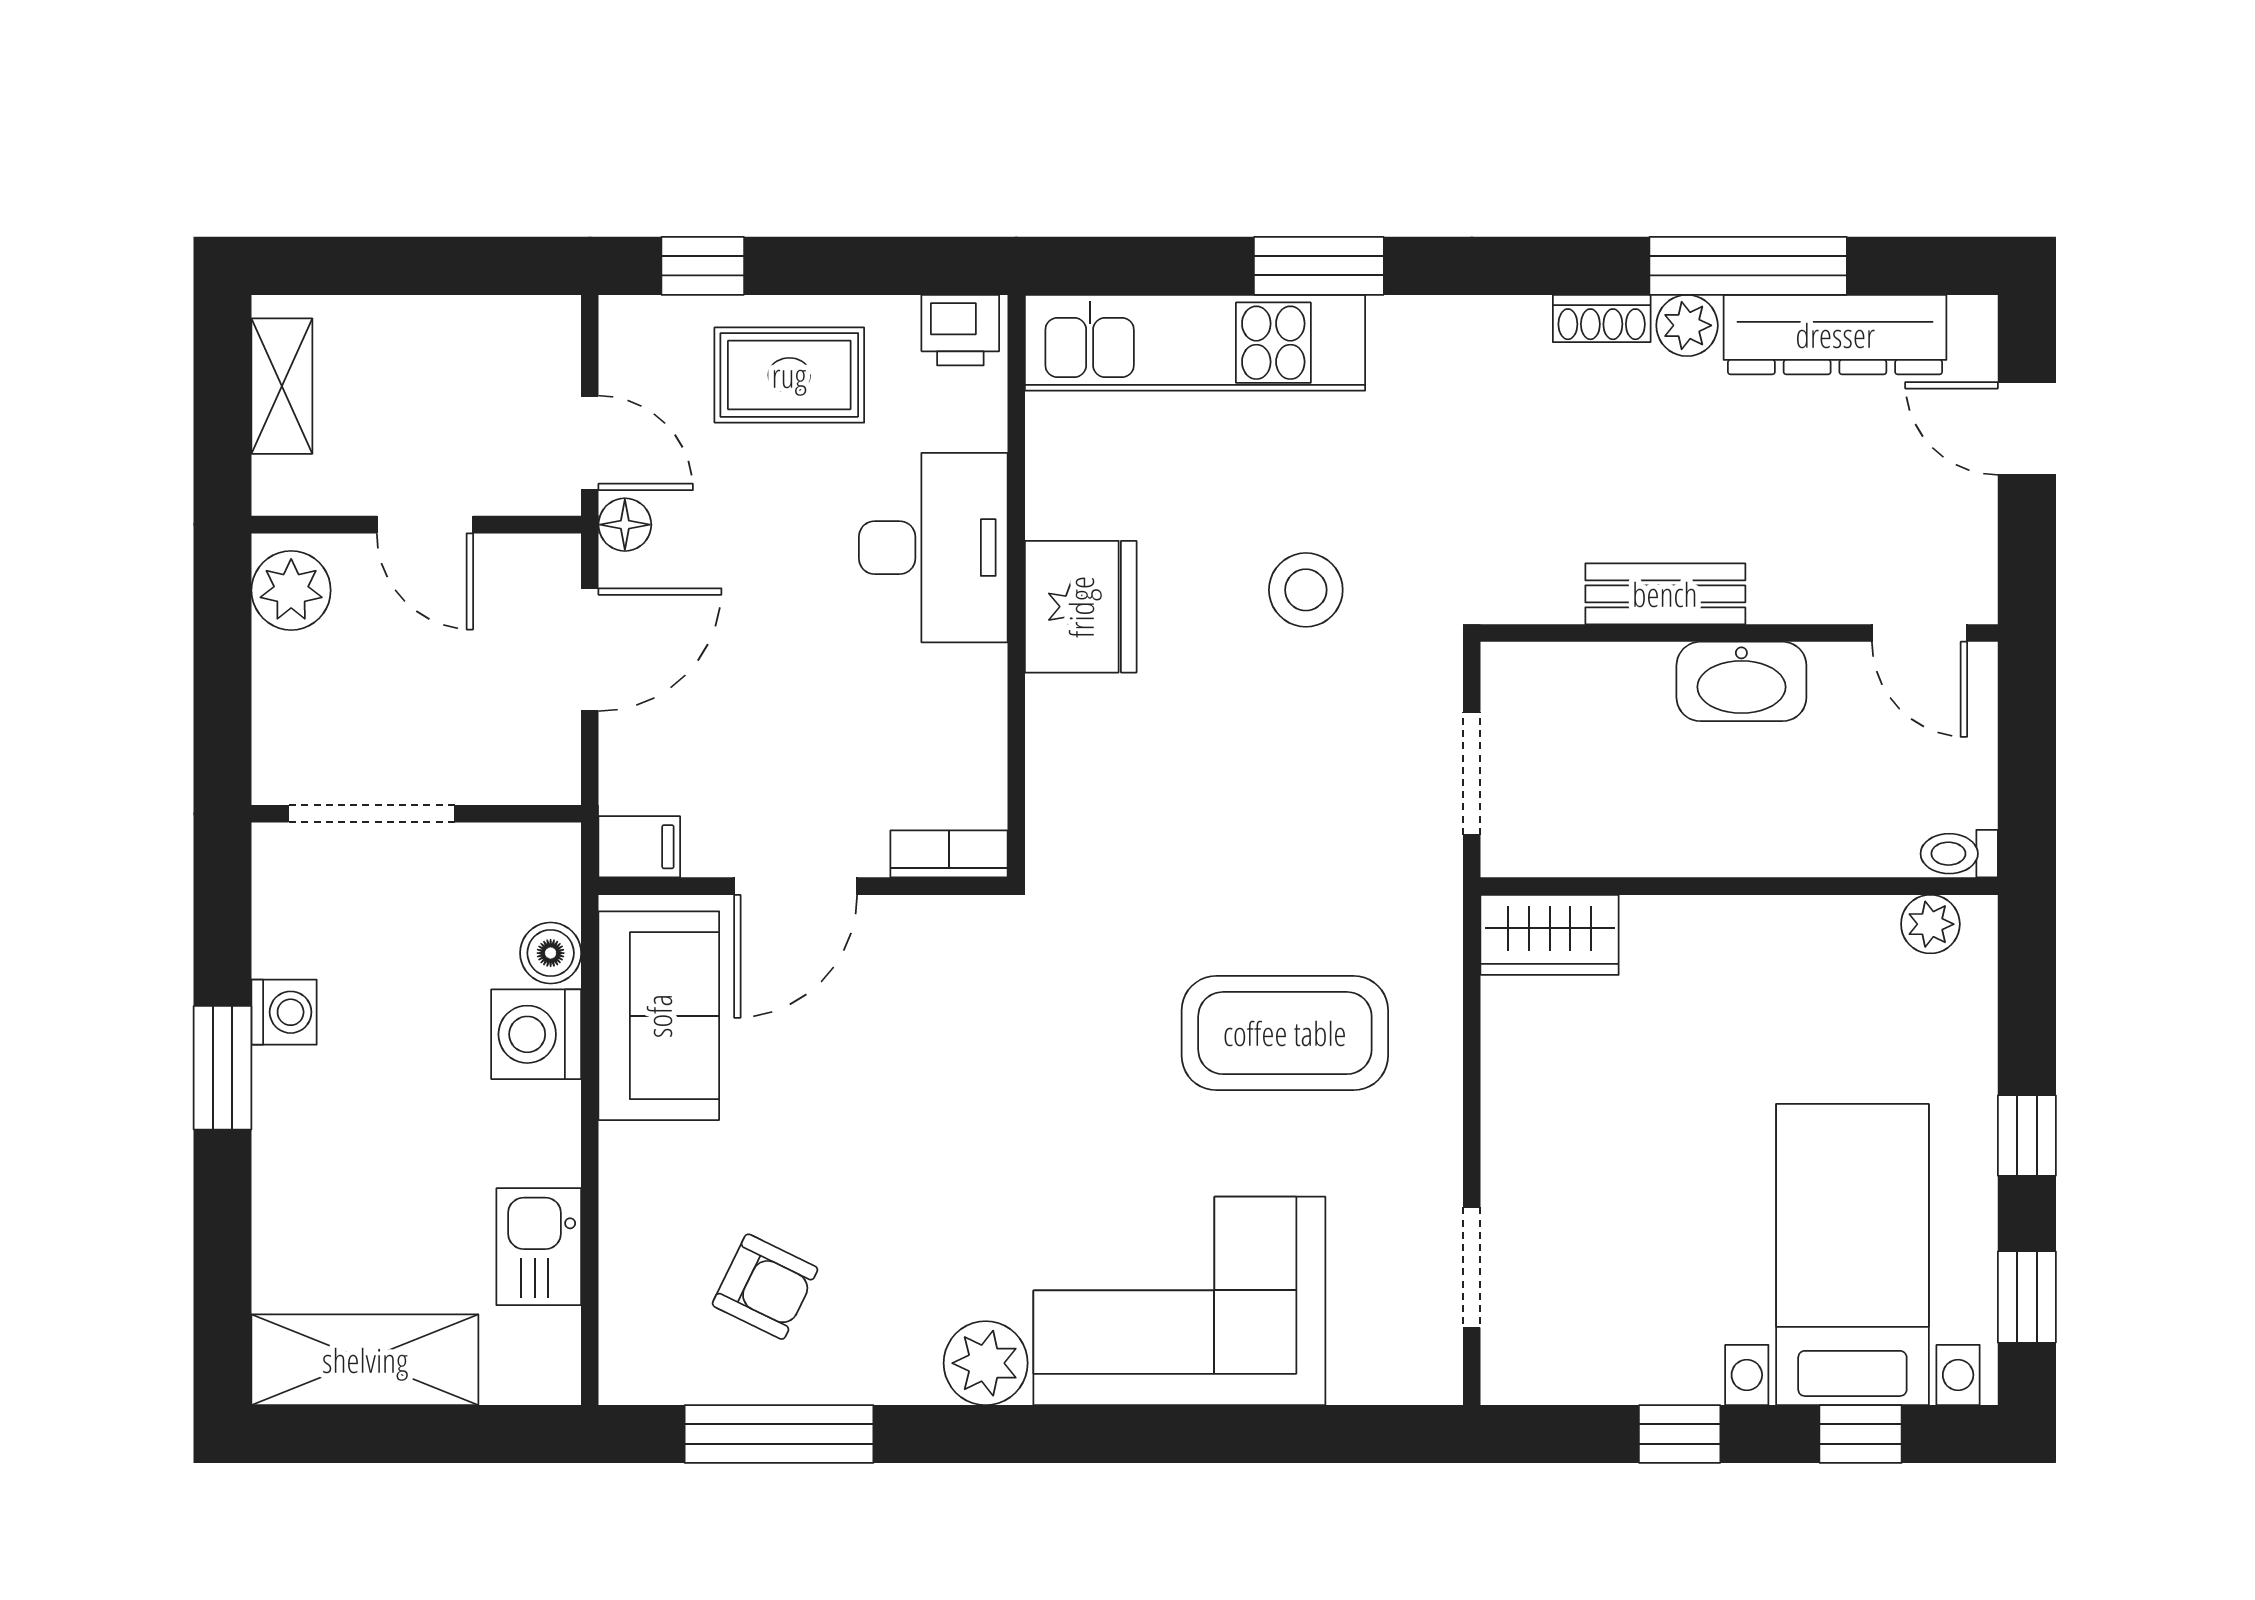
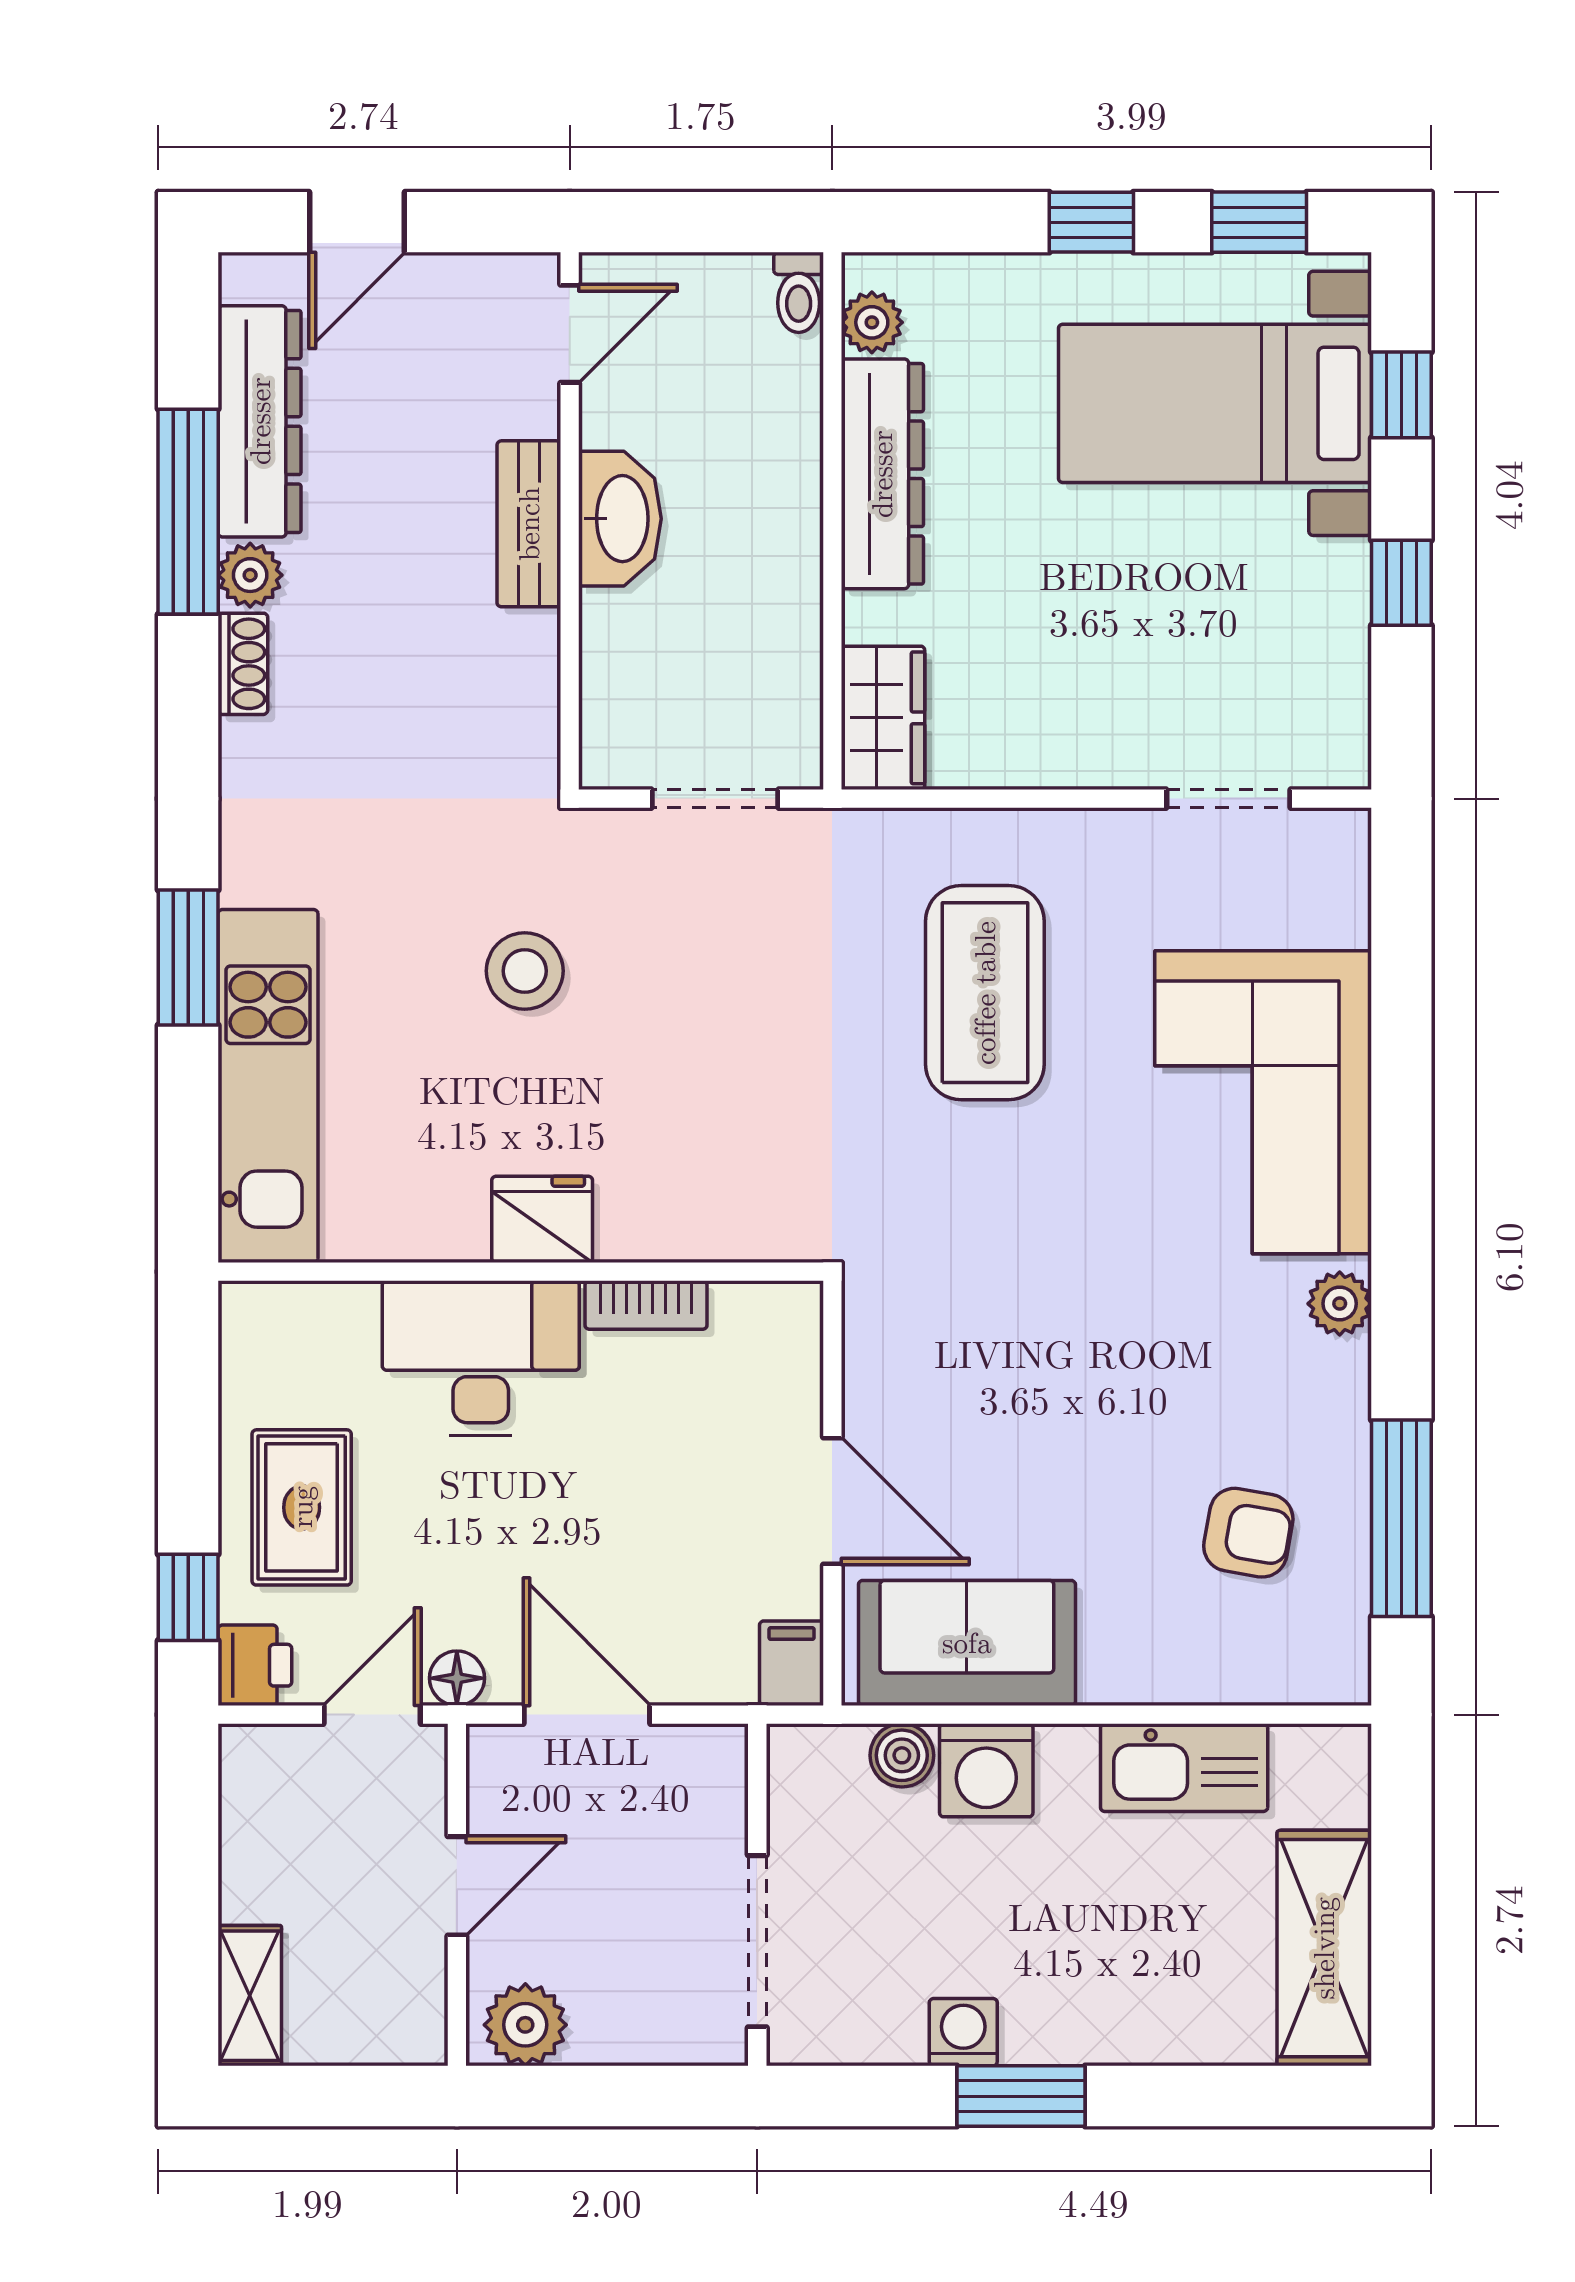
printer: (960, 330) -> (255, 1665), moved
shelving: (282, 386) -> (250, 1996), moved, turned 90
bench: (1665, 594) -> (529, 524), moved
fridge: (1081, 607) -> (542, 1219), width x0.73, depth x0.75
bookcase: (949, 854) -> (646, 1305), moved, turned -90
dresser: (1785, 934) -> (882, 474), added
kitchen sink: (539, 1247) -> (1184, 1768), width x1.38
armchair: (765, 1287) -> (1248, 1533), turned 74
plant: (986, 1363) -> (1340, 1304), width x0.73, depth x0.73

